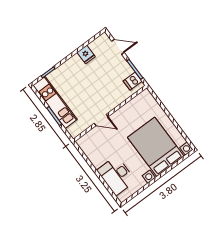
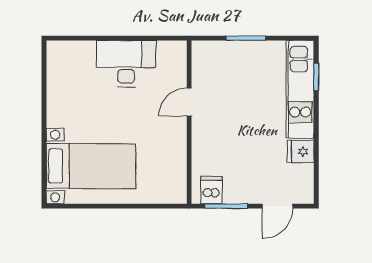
kitchen unit: (55, 102) -> (300, 89), moved, turned 90
bed with nightstands: (156, 147) -> (91, 166), width x0.73
desk: (116, 176) -> (126, 64), moved

